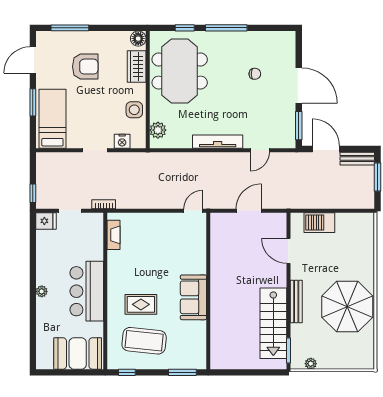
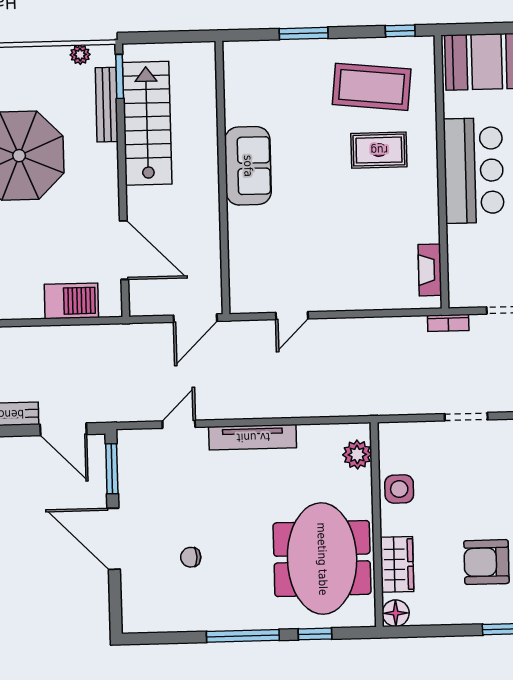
nightstand: (122, 141) -> (419, 433), removed
door: (288, 251) -> (124, 250), width x1.36
wall: (208, 291) -> (222, 178), moved
sofa: (193, 297) -> (248, 166), moved
bench: (296, 302) -> (107, 105), moved

